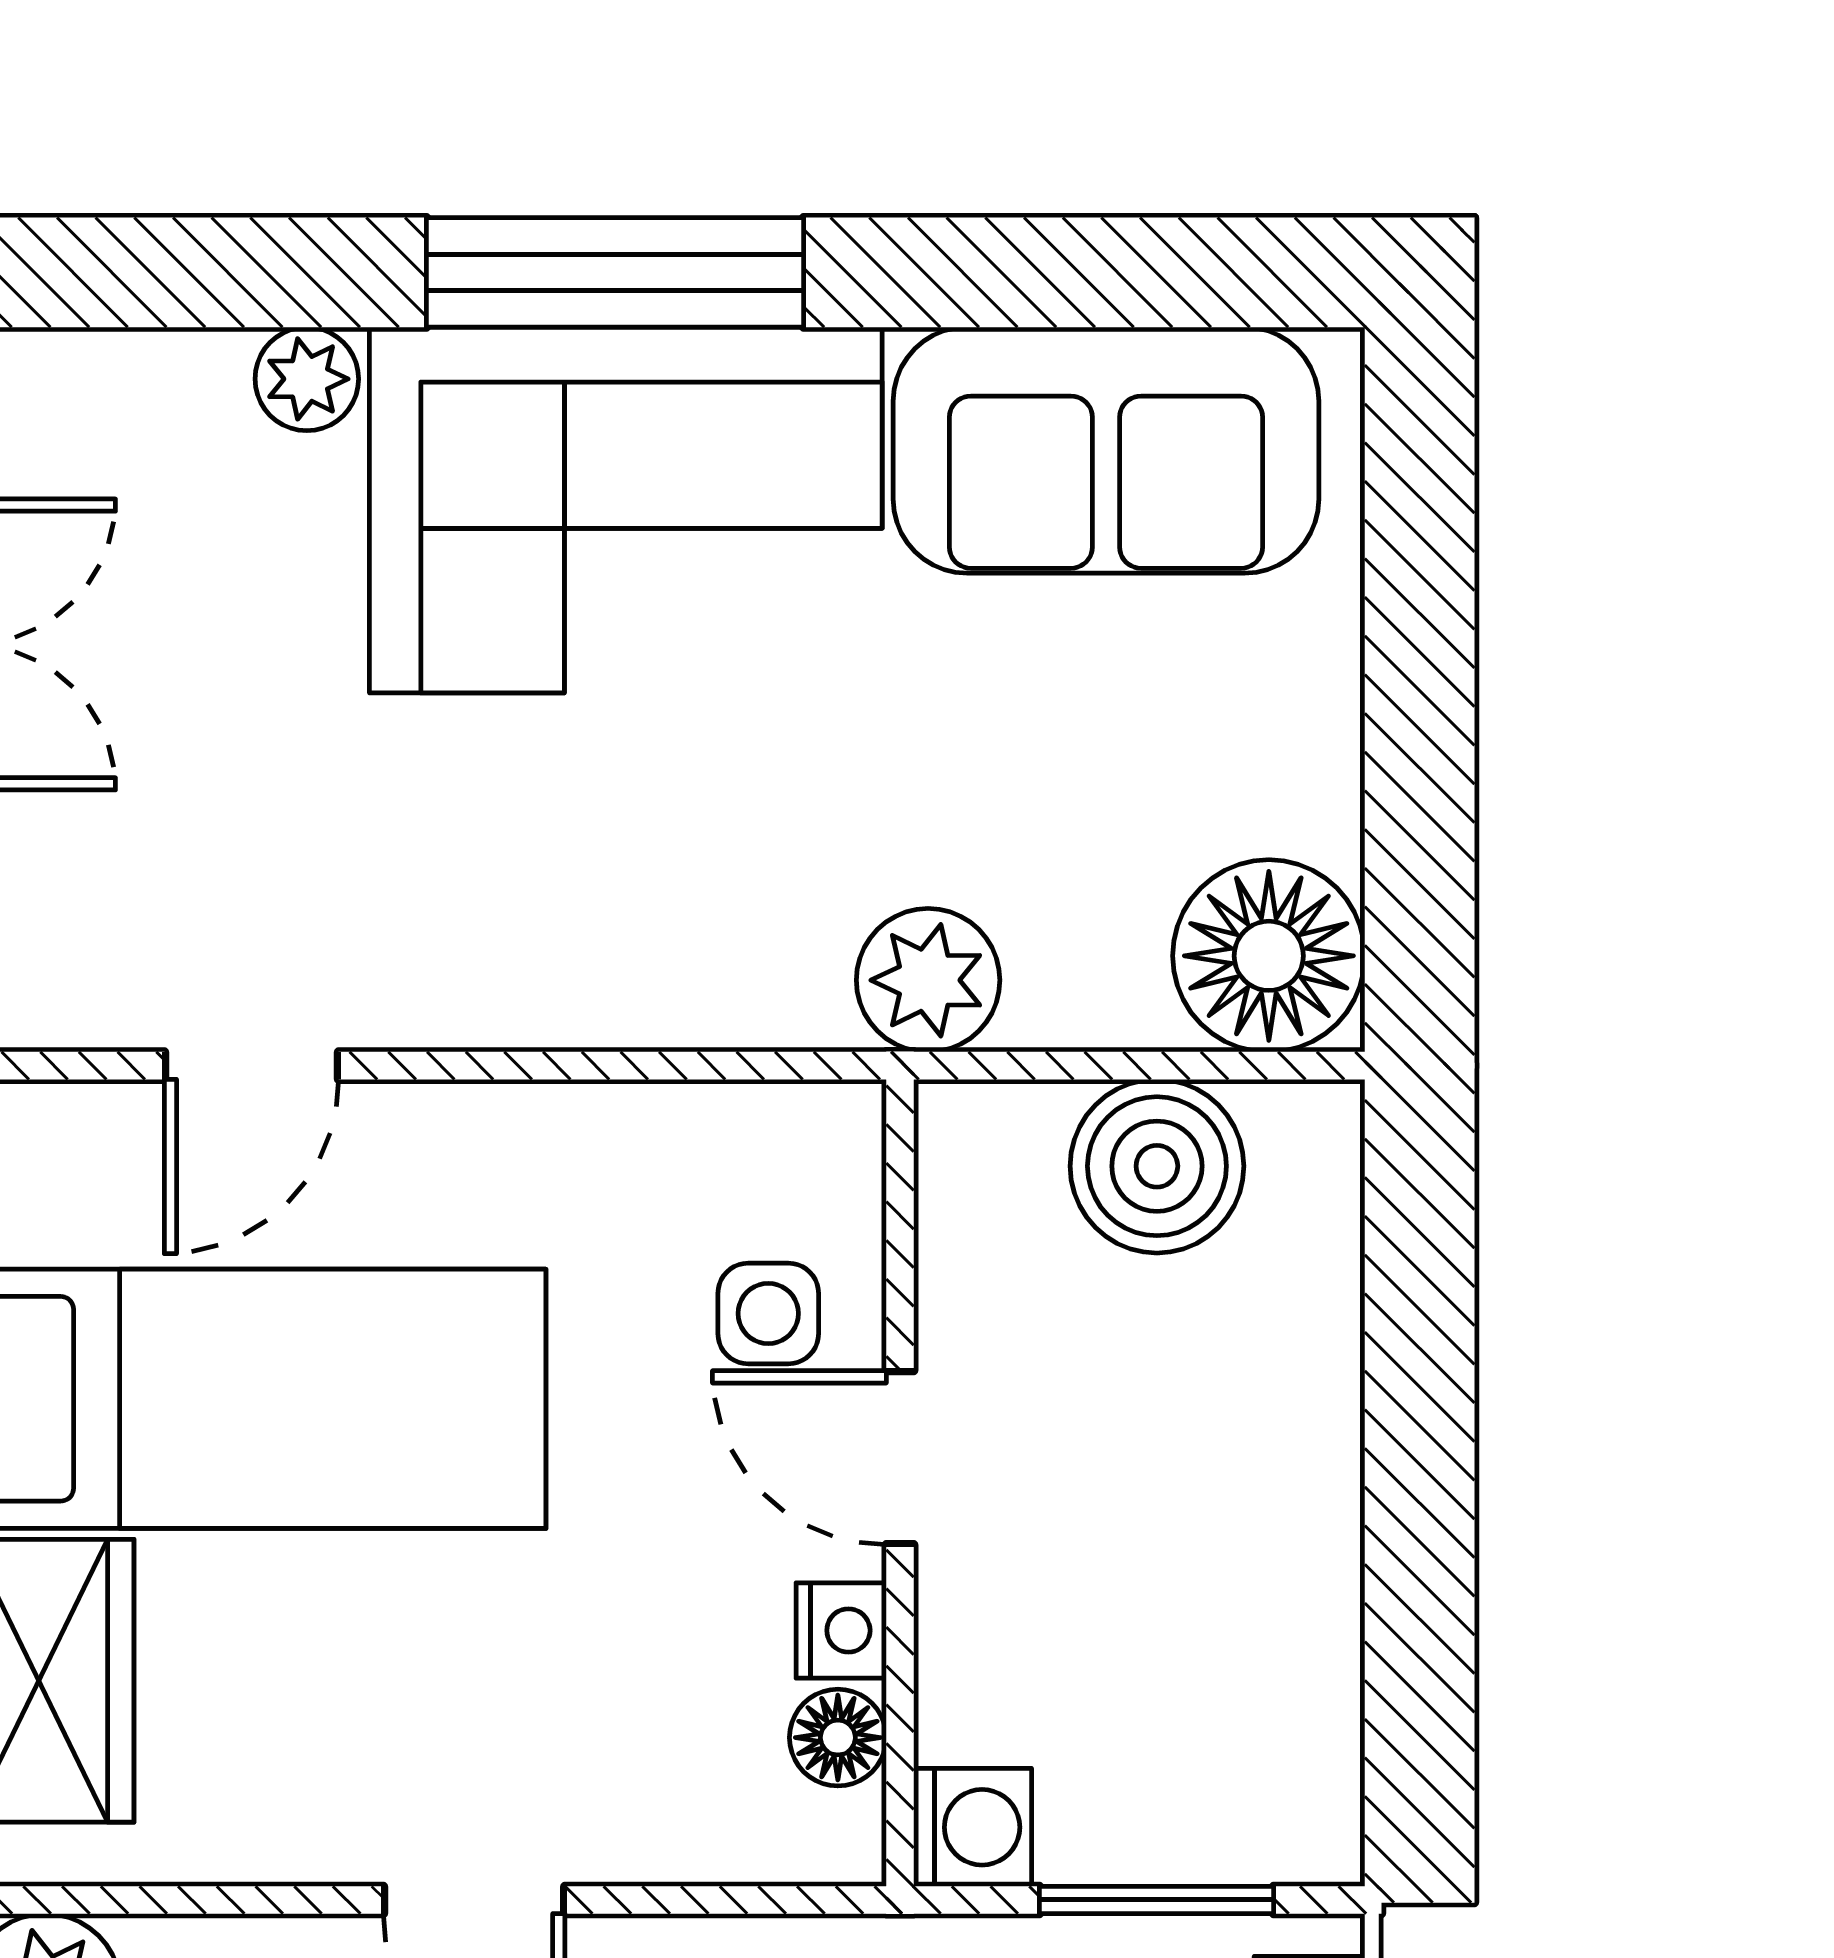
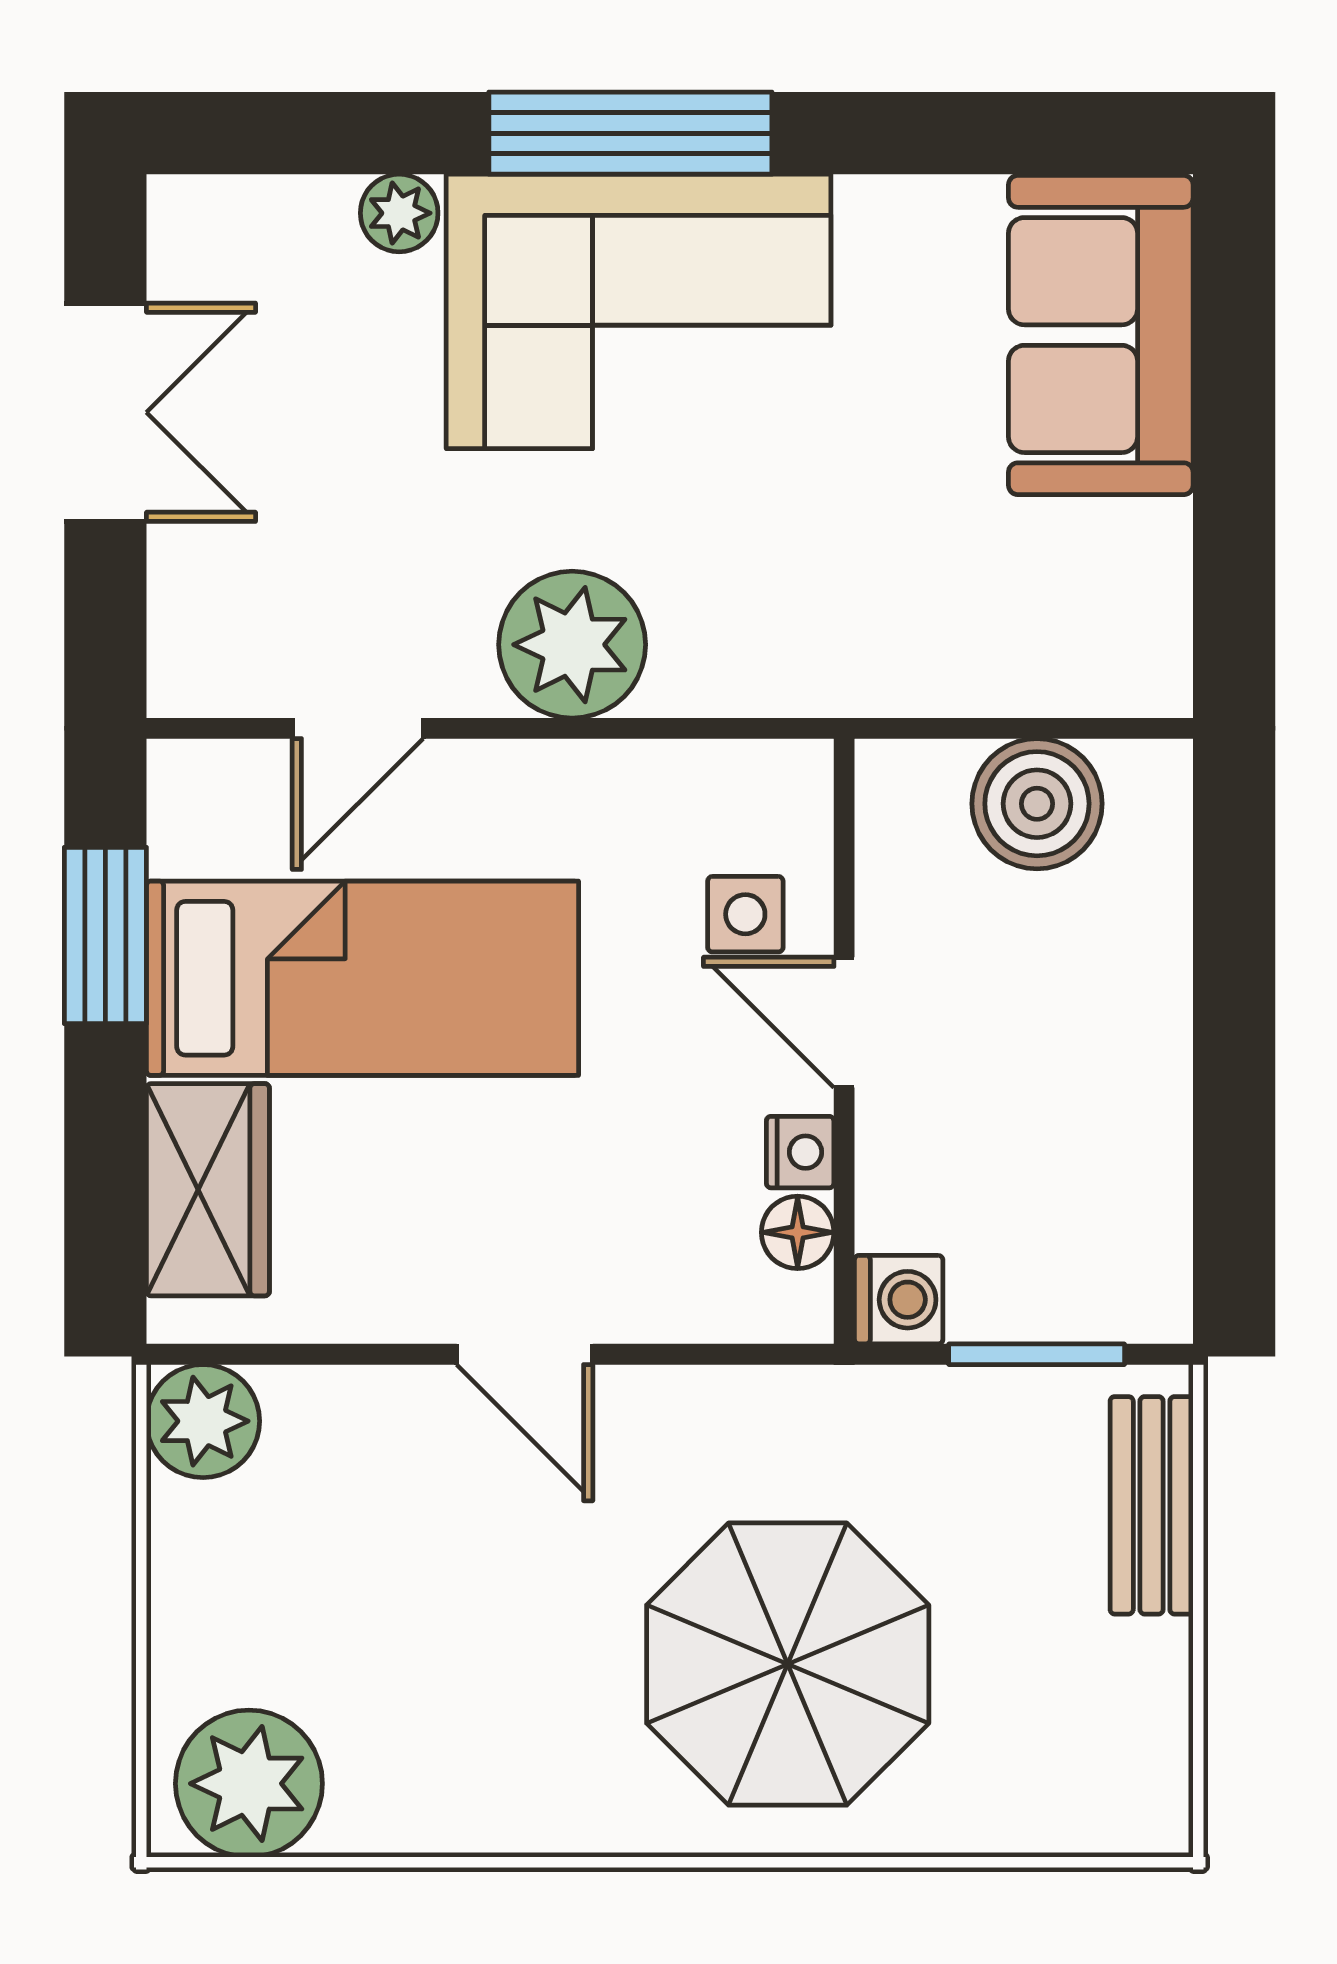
sofa: (1106, 450) -> (1101, 335), moved, turned 90
floor lamp: (1269, 956) -> (1121, 646), removed
plant: (928, 980) -> (572, 645), moved, width x1.36, depth x1.36

